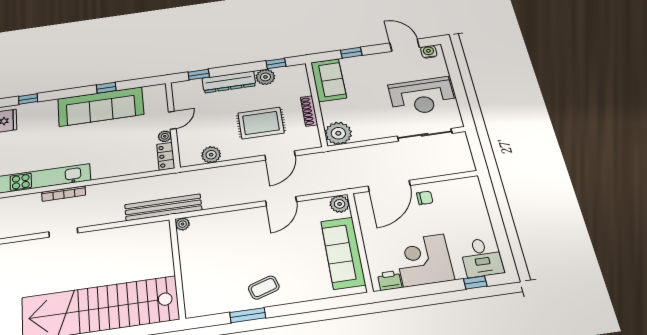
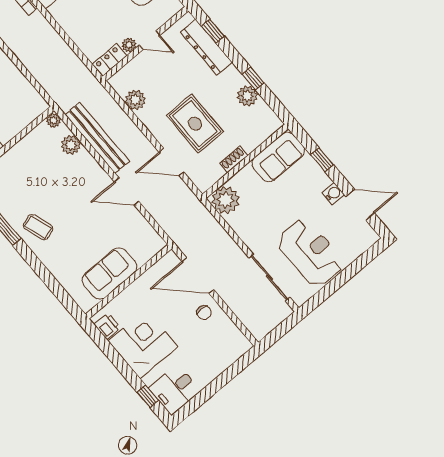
door: (405, 45) -> (360, 205), hinge flipped
water cooler: (429, 52) -> (333, 194), moved
window: (276, 64) -> (253, 79), moved
dresser: (229, 82) -> (206, 47), moved
reception desk: (422, 96) -> (310, 253), turned 180
shoe rack: (309, 111) -> (234, 159), width x0.70
plant: (340, 204) -> (71, 145), moved
bench: (163, 207) -> (97, 138), moved
sofa: (343, 253) -> (109, 273), width x0.73

